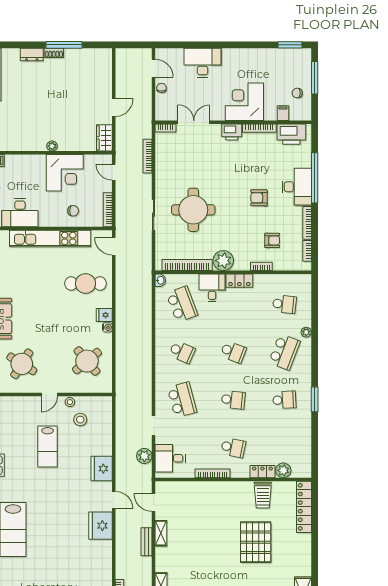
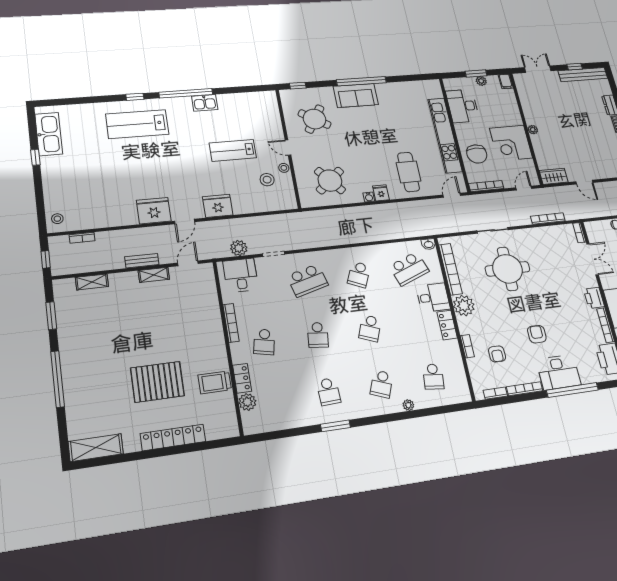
chair: (73, 211) -> (477, 154), width x1.87, depth x1.87
school desk: (284, 352) -> (382, 384), width x0.54
locker: (304, 507) -> (173, 437), moved

